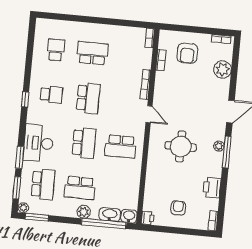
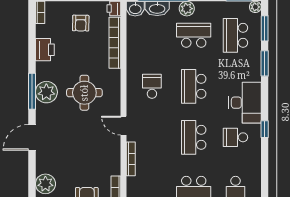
desk: (38, 143) -> (245, 103), moved
school desk: (121, 146) -> (152, 86), width x0.54
plant: (219, 146) -> (46, 92), width x1.88, depth x1.88
bookcase: (150, 188) -> (115, 43), added

